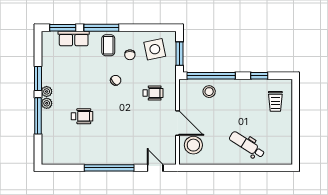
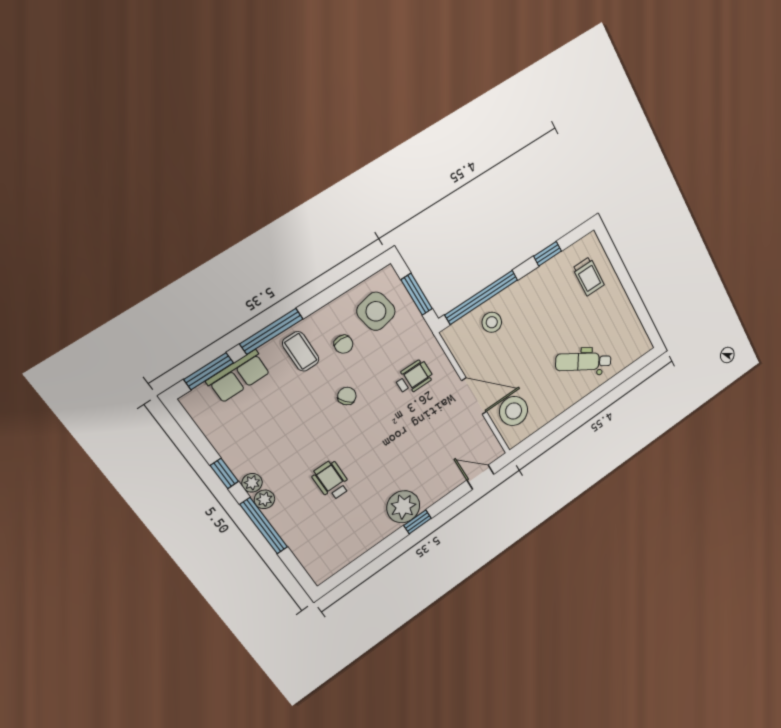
window: (38, 79) -> (224, 473), width x0.67
wheelchair: (82, 116) -> (331, 481), turned -90
plant: (107, 155) -> (403, 507), added
window: (109, 168) -> (417, 522), width x0.32

